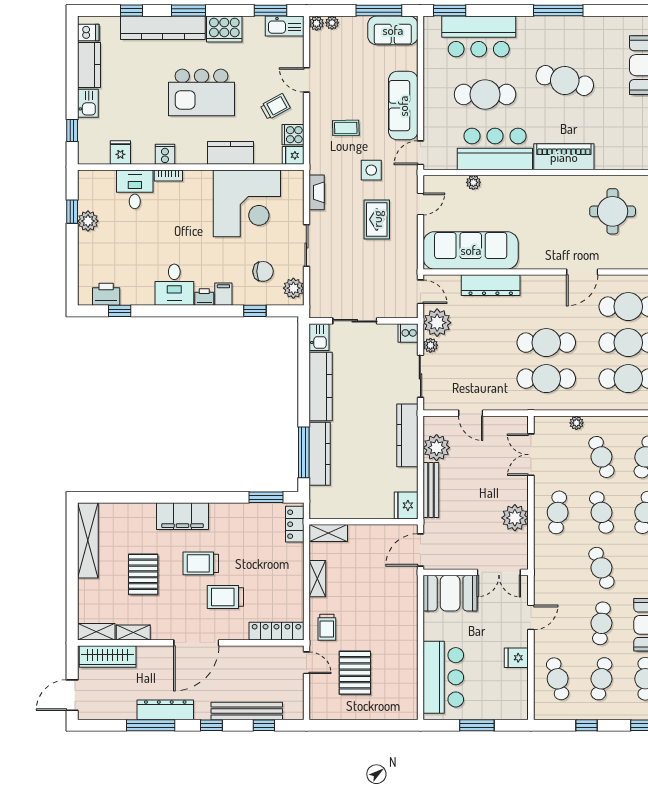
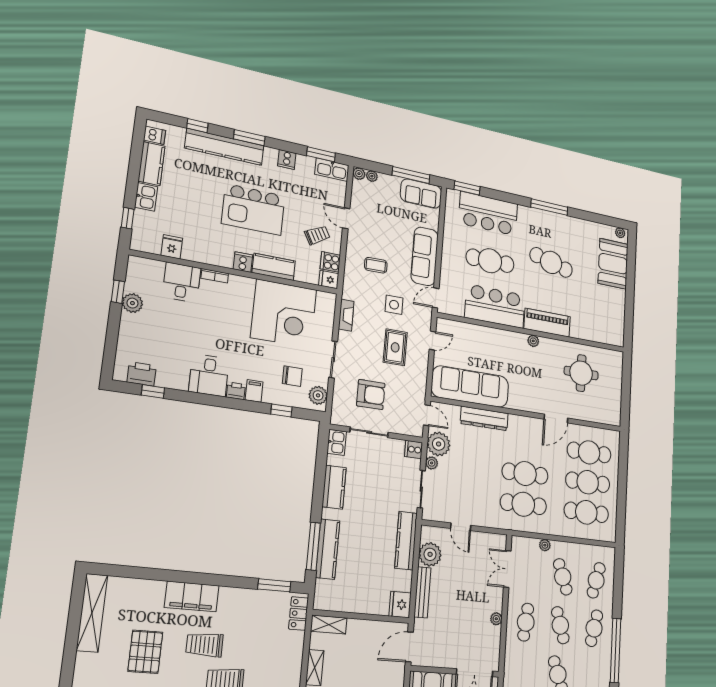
cooker: (224, 29) -> (287, 159), width x0.53, depth x0.76
cooker: (165, 154) -> (243, 262), moved
plant: (473, 182) -> (533, 341), moved
armchair: (353, 278) -> (371, 395), added
kitchen counter: (321, 386) -> (334, 487), width x0.67
plant: (515, 518) -> (496, 619), width x0.53, depth x0.53

